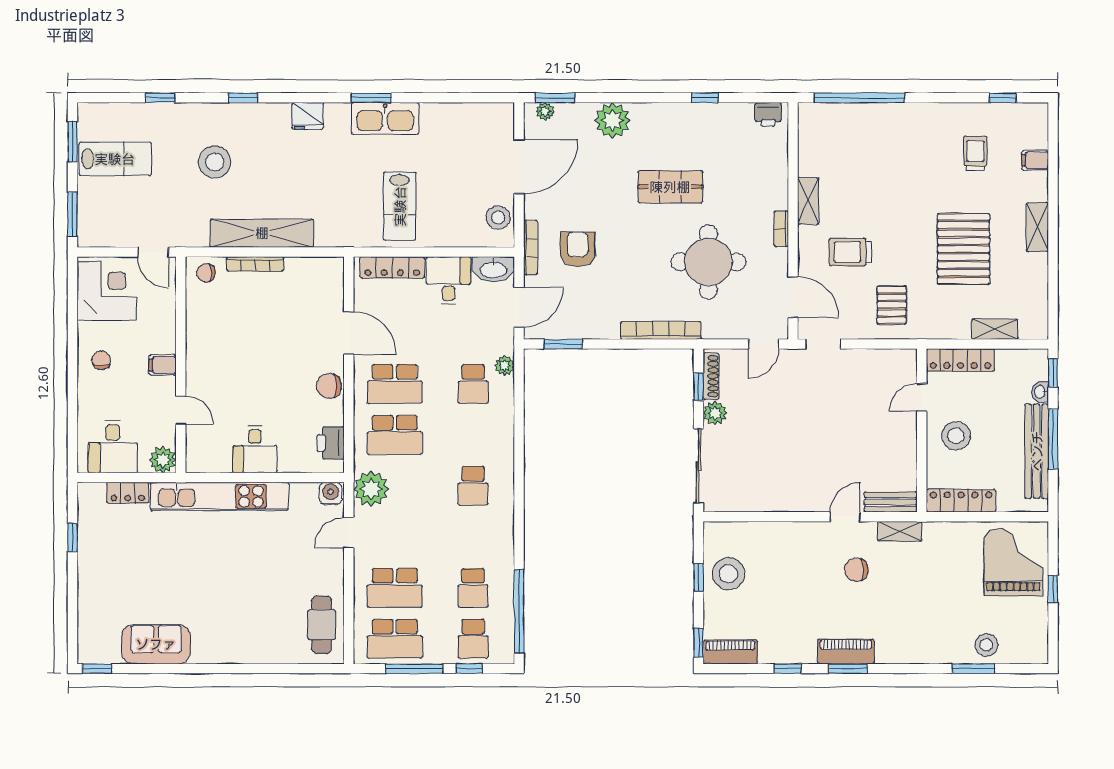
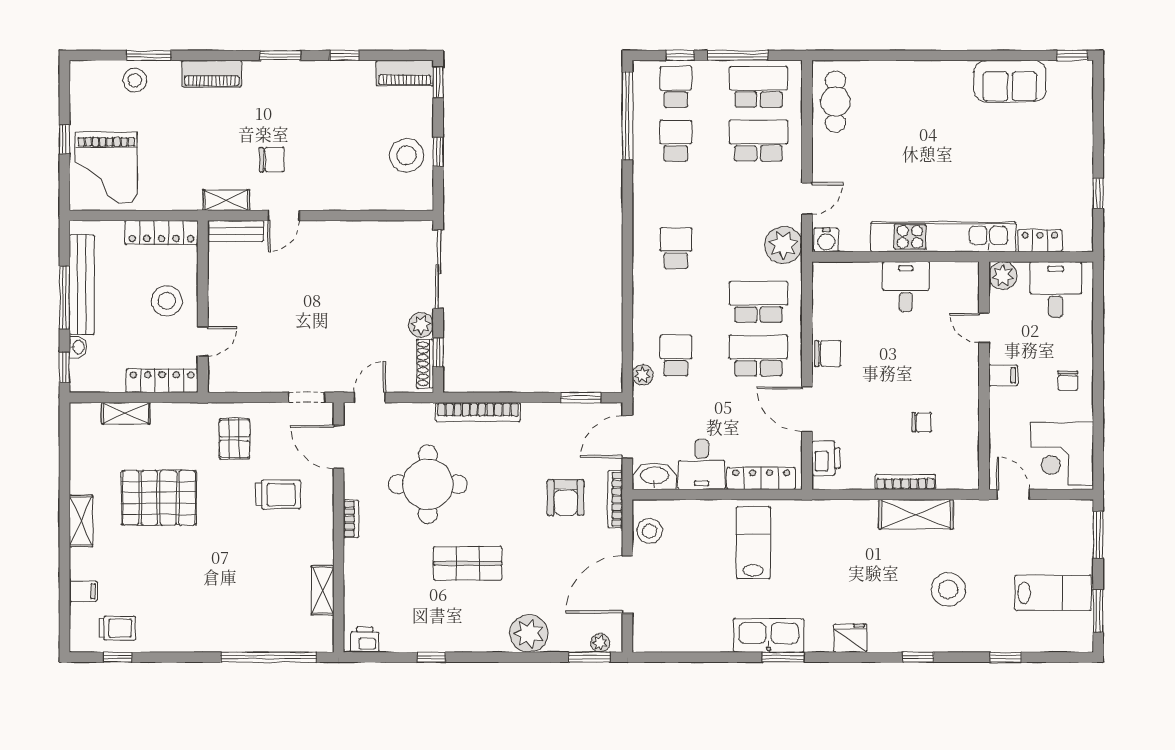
trolley: (975, 154) -> (117, 628), moved, turned -90
lab bench: (115, 159) -> (1053, 593), turned 180
shelving: (808, 201) -> (323, 590), moved
shelving: (262, 233) -> (916, 514), width x0.68
pallet: (963, 249) -> (159, 498), turned 90
chair: (206, 273) -> (922, 422), moved
printer: (331, 443) -> (826, 458), moved
piano: (846, 651) -> (212, 74), moved

